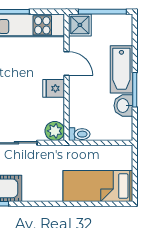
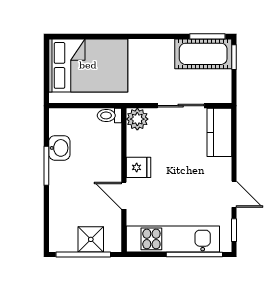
shower: (80, 25) -> (91, 239), moved
bathtub: (121, 69) -> (62, 189), removed
bed: (98, 186) -> (88, 65), width x1.50

